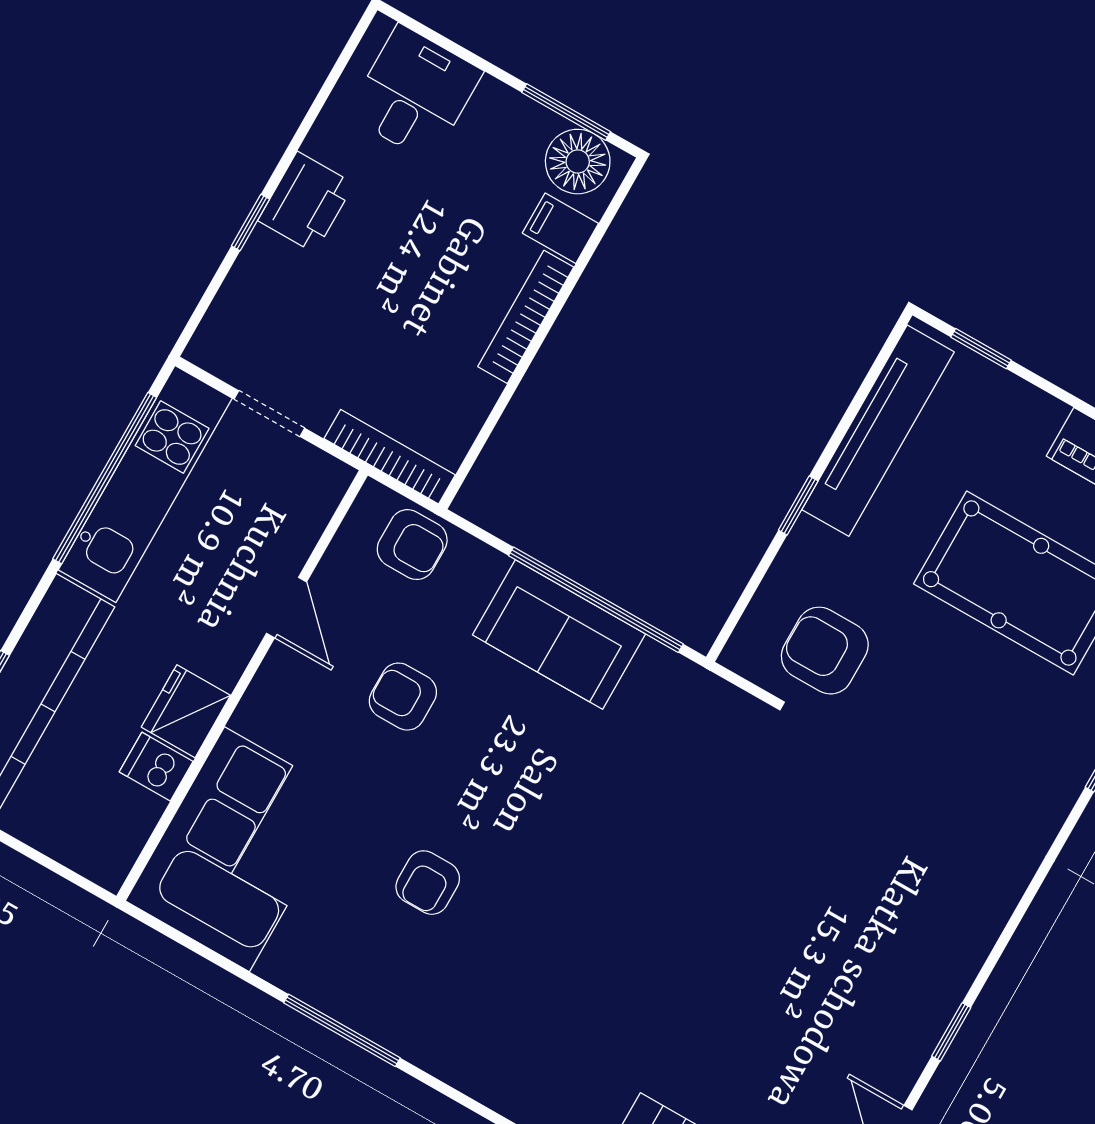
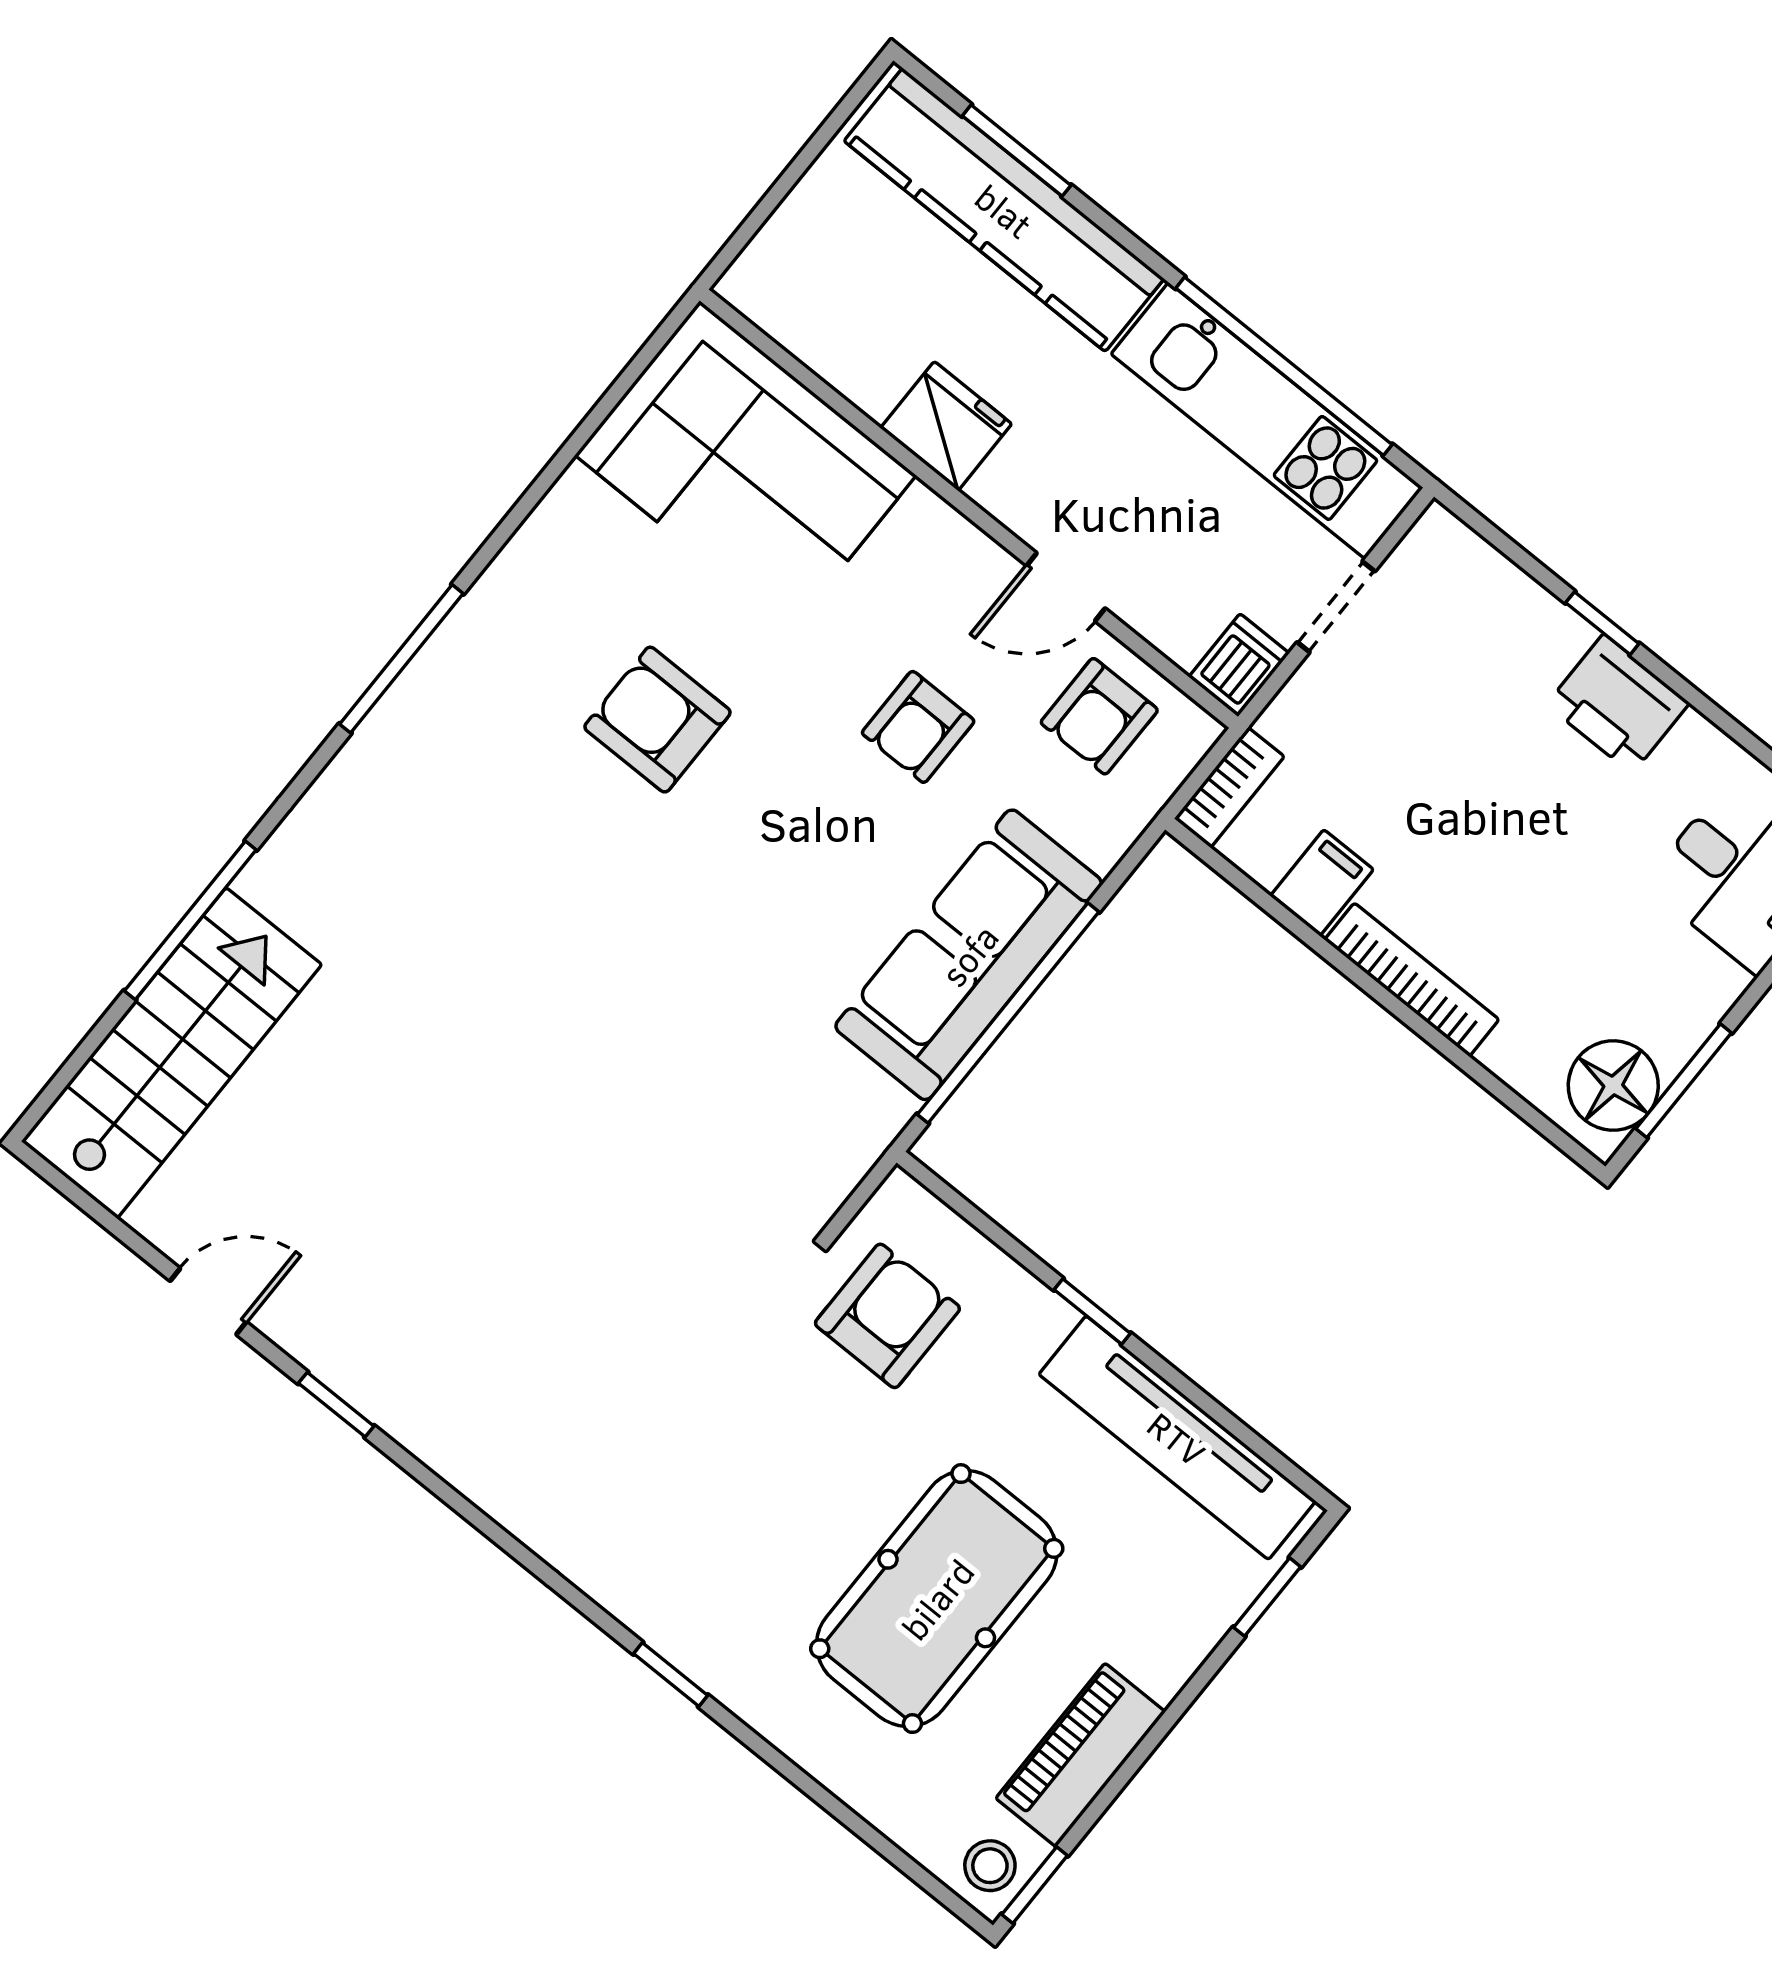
filing cabinet: (560, 228) -> (1322, 883), moved
bookcase: (390, 457) -> (1229, 788), width x0.64
armchair: (412, 545) -> (1099, 716), moved
sofa: (559, 634) -> (969, 955), width x1.36
armchair: (403, 697) -> (918, 727), turned 180
dishwasher: (156, 767) -> (1239, 665), moved
armchair: (428, 883) -> (657, 720), width x1.38, depth x1.38
window: (342, 1030) -> (401, 659), moved

